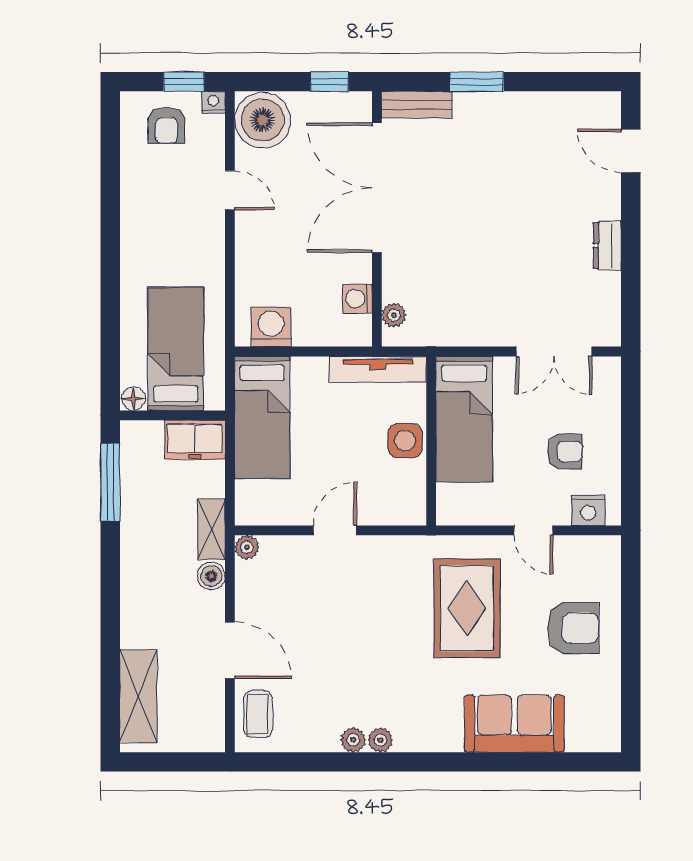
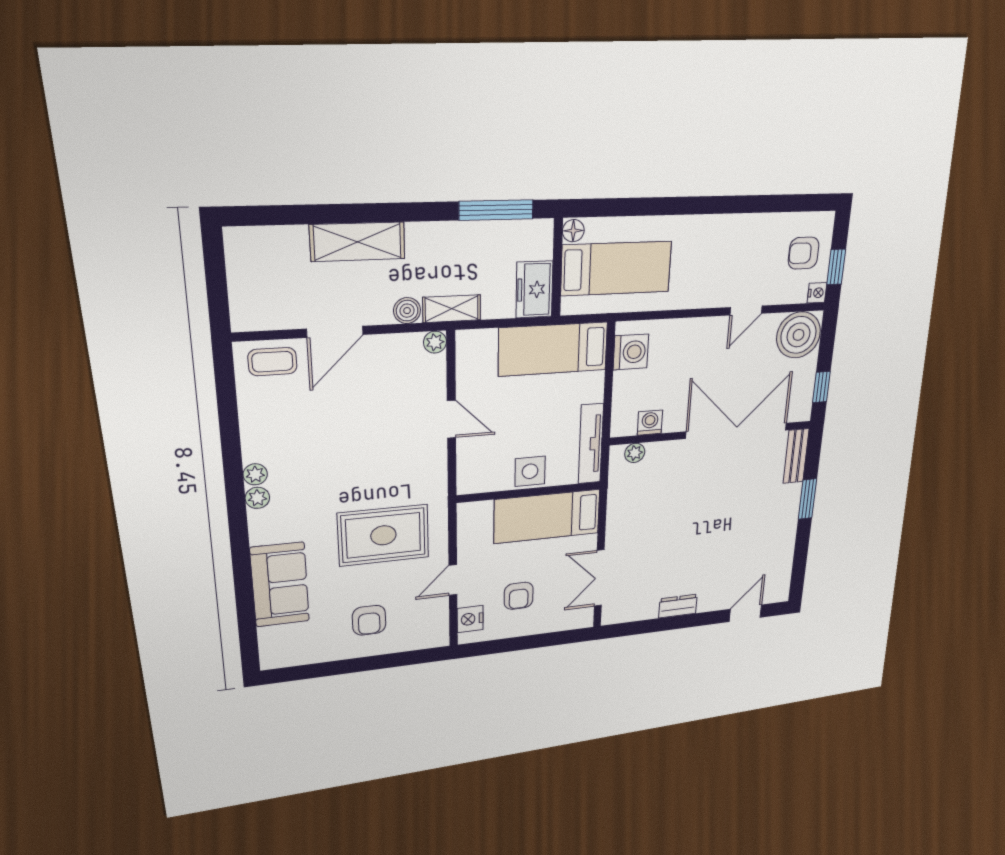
armchair: (573, 628) -> (369, 620), width x0.72, depth x0.72
shelving: (138, 696) -> (358, 242), moved
plant: (353, 740) -> (257, 498), moved

